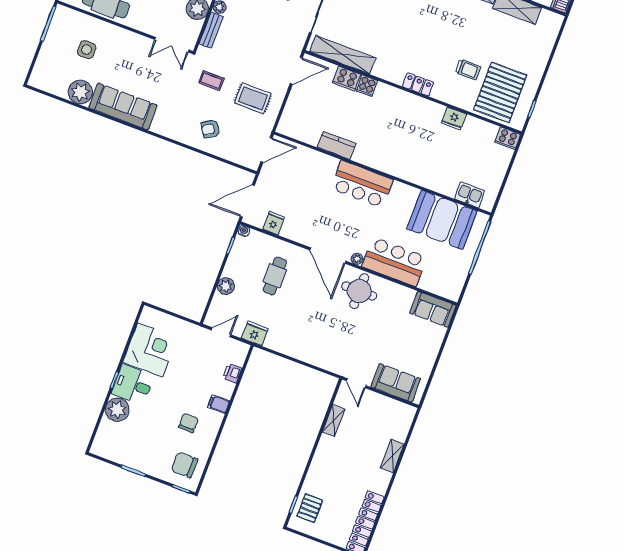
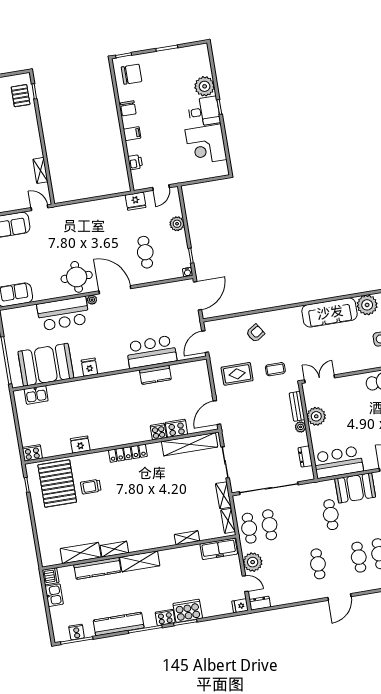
locker: (418, 84) -> (128, 453), width x1.53
bar counter: (362, 184) -> (151, 352), moved
fridge: (274, 223) -> (89, 367), moved, turned 180
chair: (188, 423) -> (128, 108), moved

